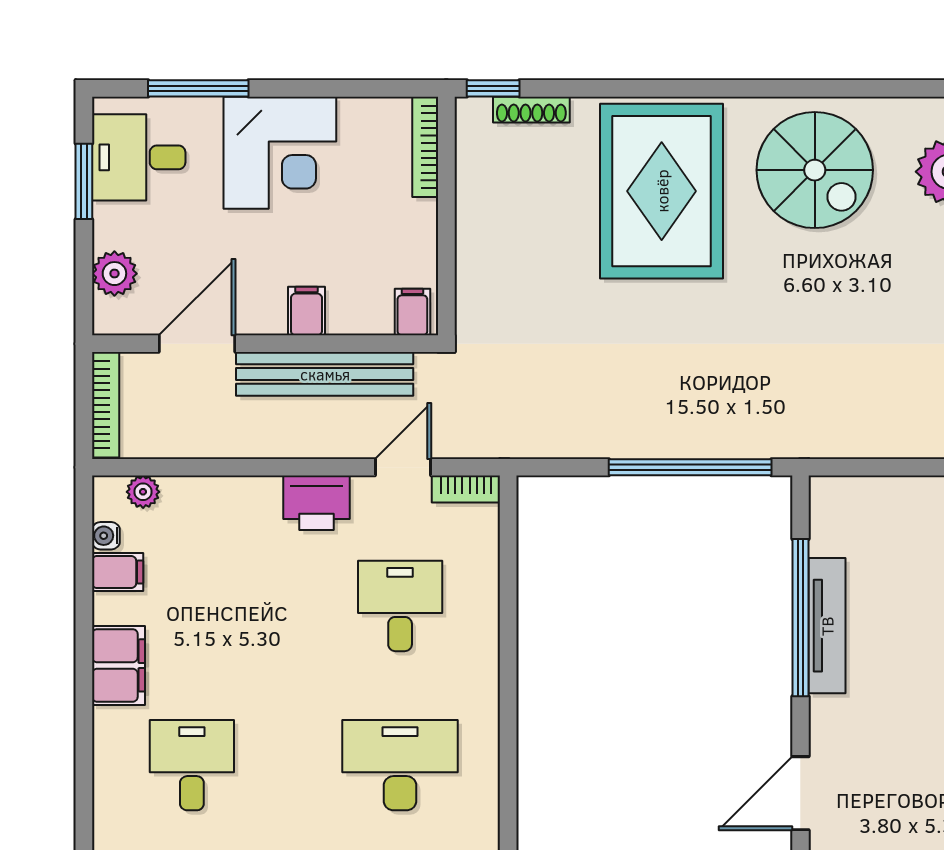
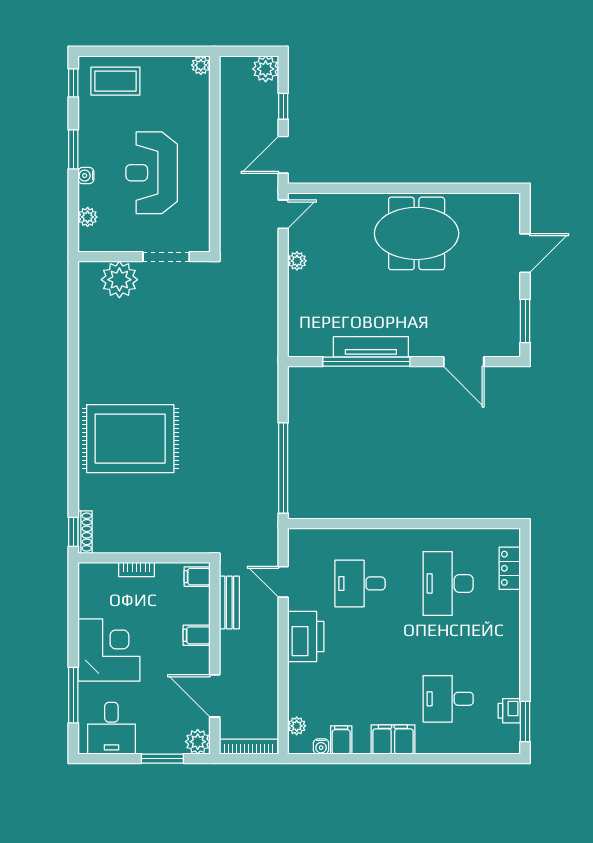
shoe rack: (531, 110) -> (85, 532), moved
bookcase: (425, 147) -> (137, 570), moved, width x0.64
spiral stairs: (815, 170) -> (118, 354), removed
window: (84, 181) -> (162, 759), moved
plant: (114, 274) -> (198, 742), moved
bench: (325, 374) -> (229, 603), width x0.54, depth x0.82
window: (690, 467) -> (283, 468), moved
bookcase: (466, 489) -> (295, 547), removed
printer: (317, 503) -> (306, 637), width x1.37, depth x1.19

